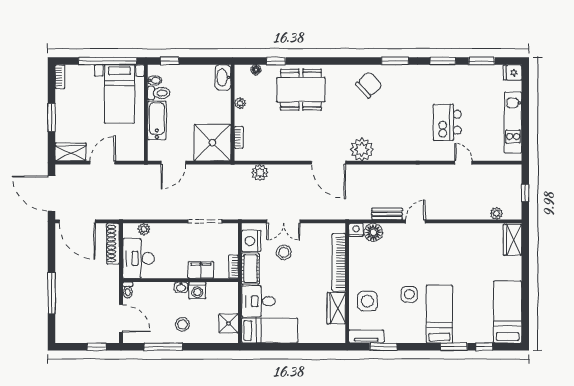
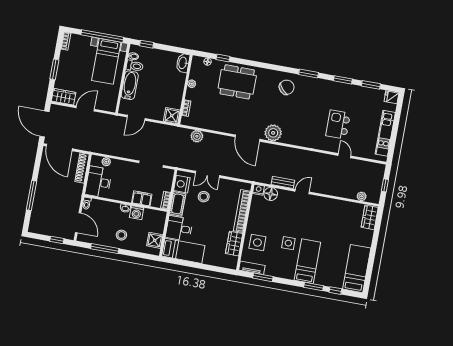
shower: (213, 143) -> (172, 116), width x0.54, depth x0.54

